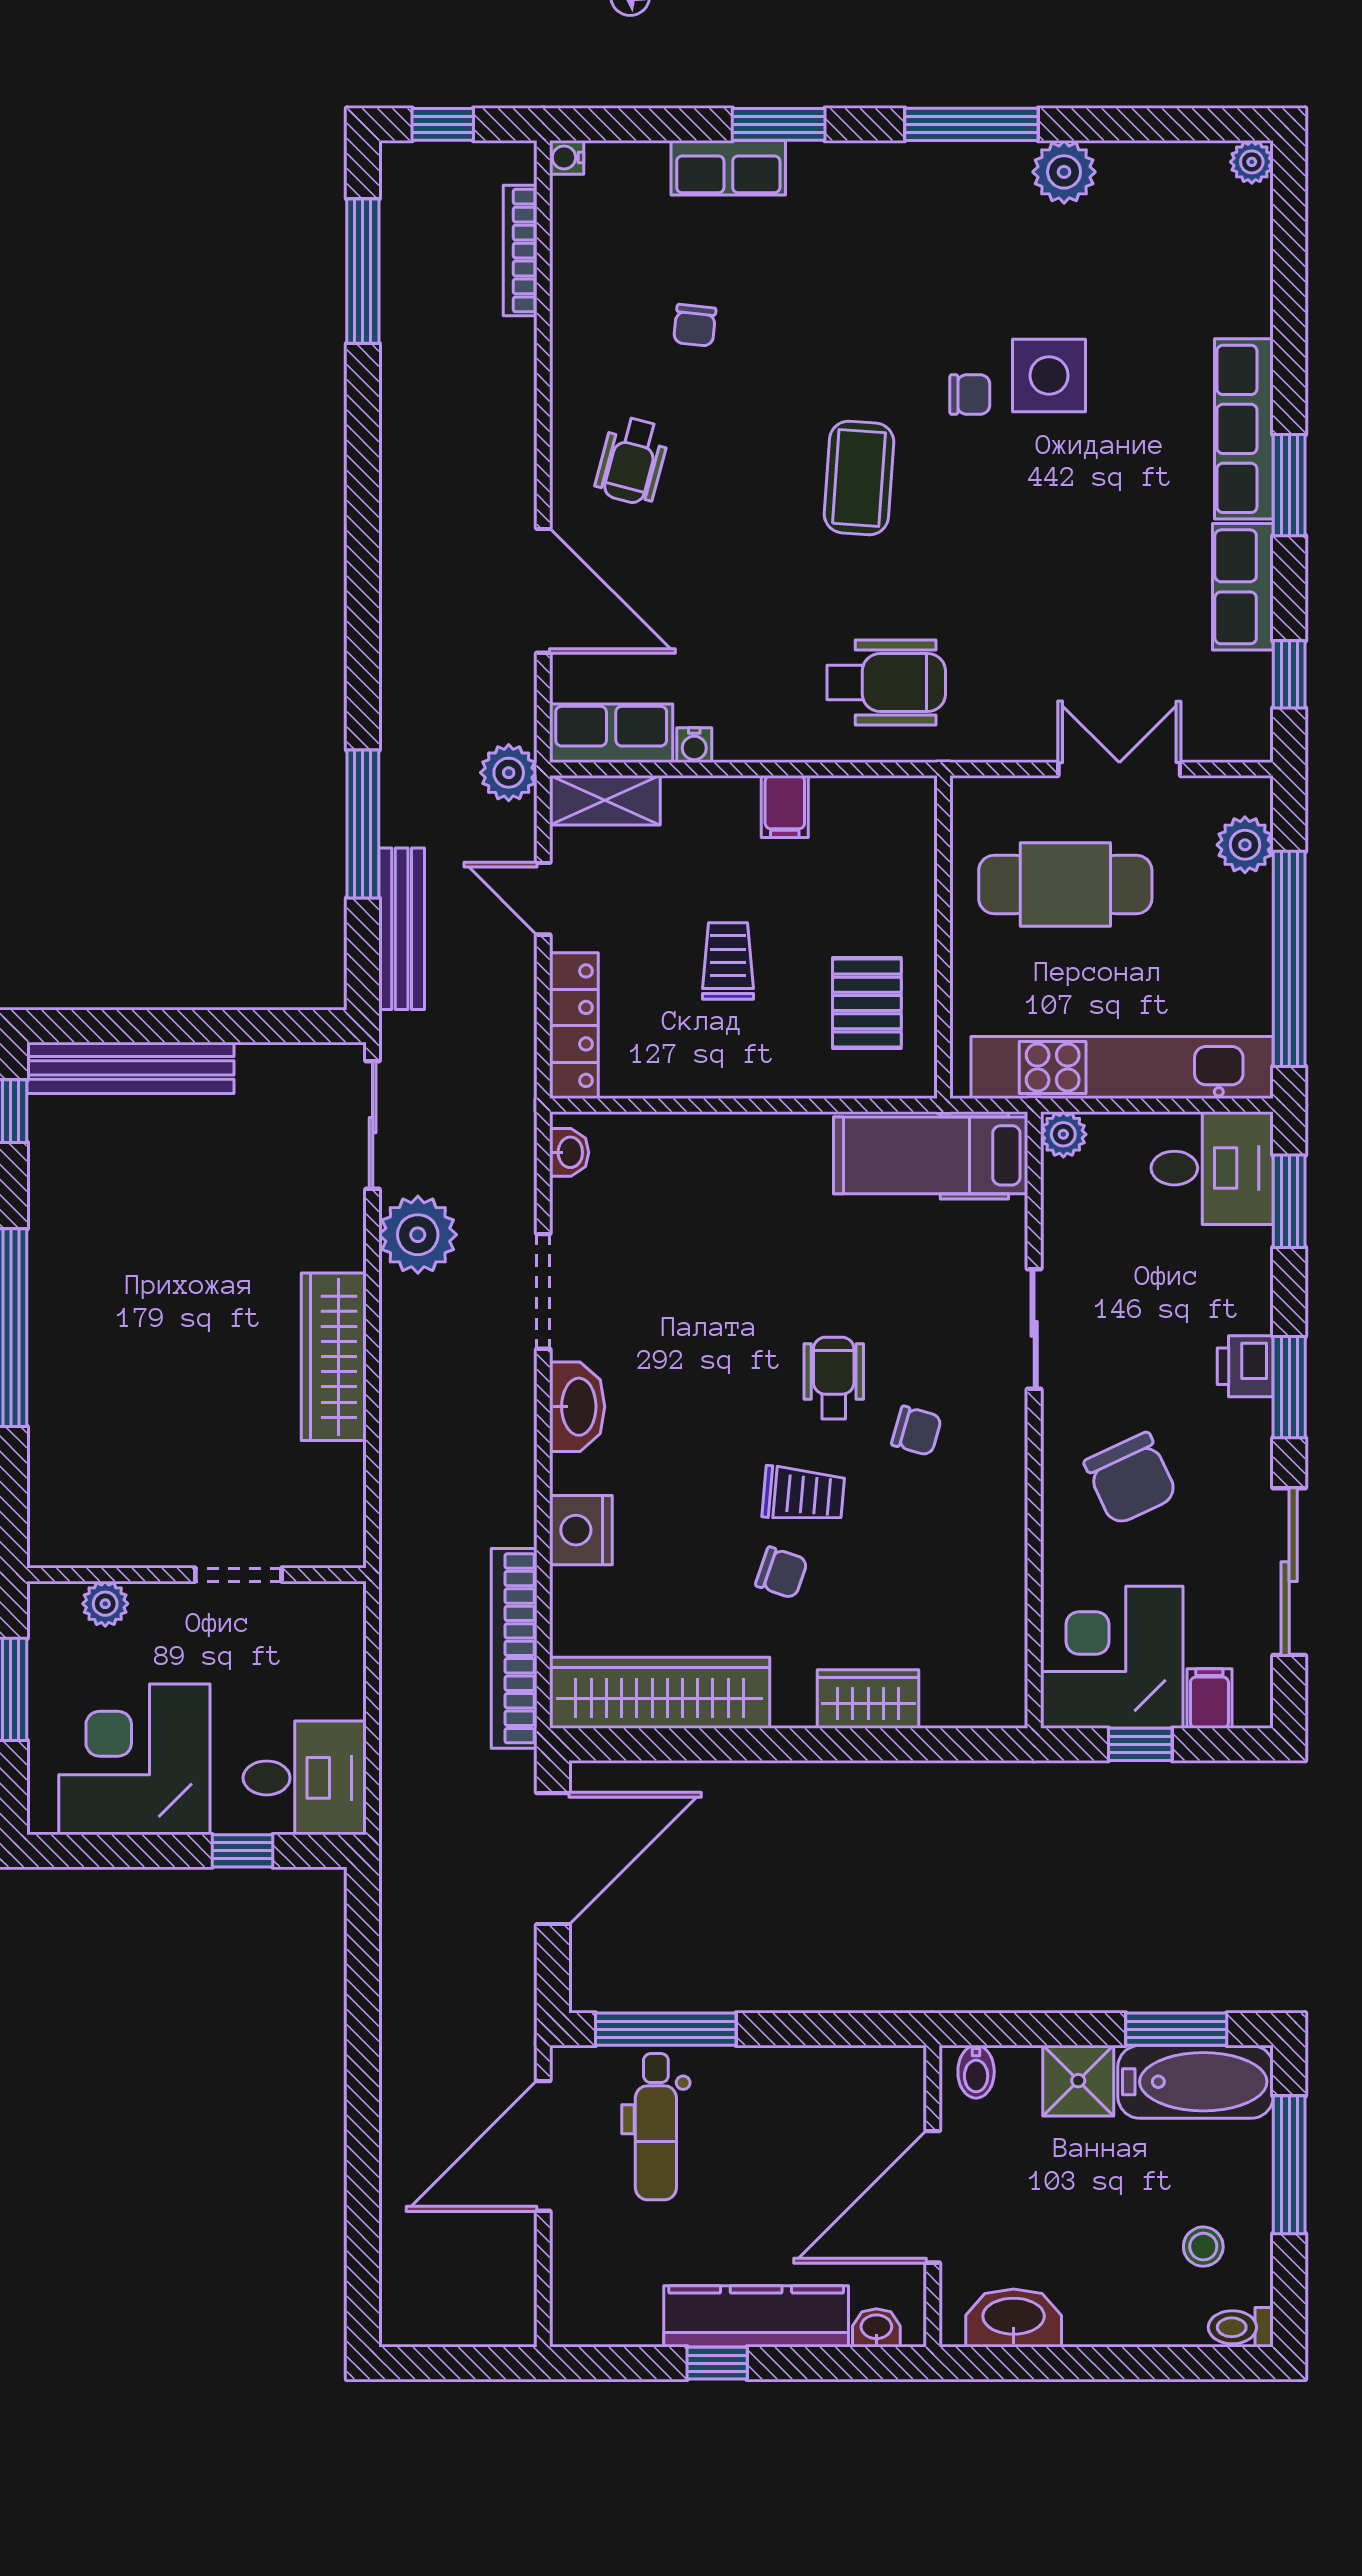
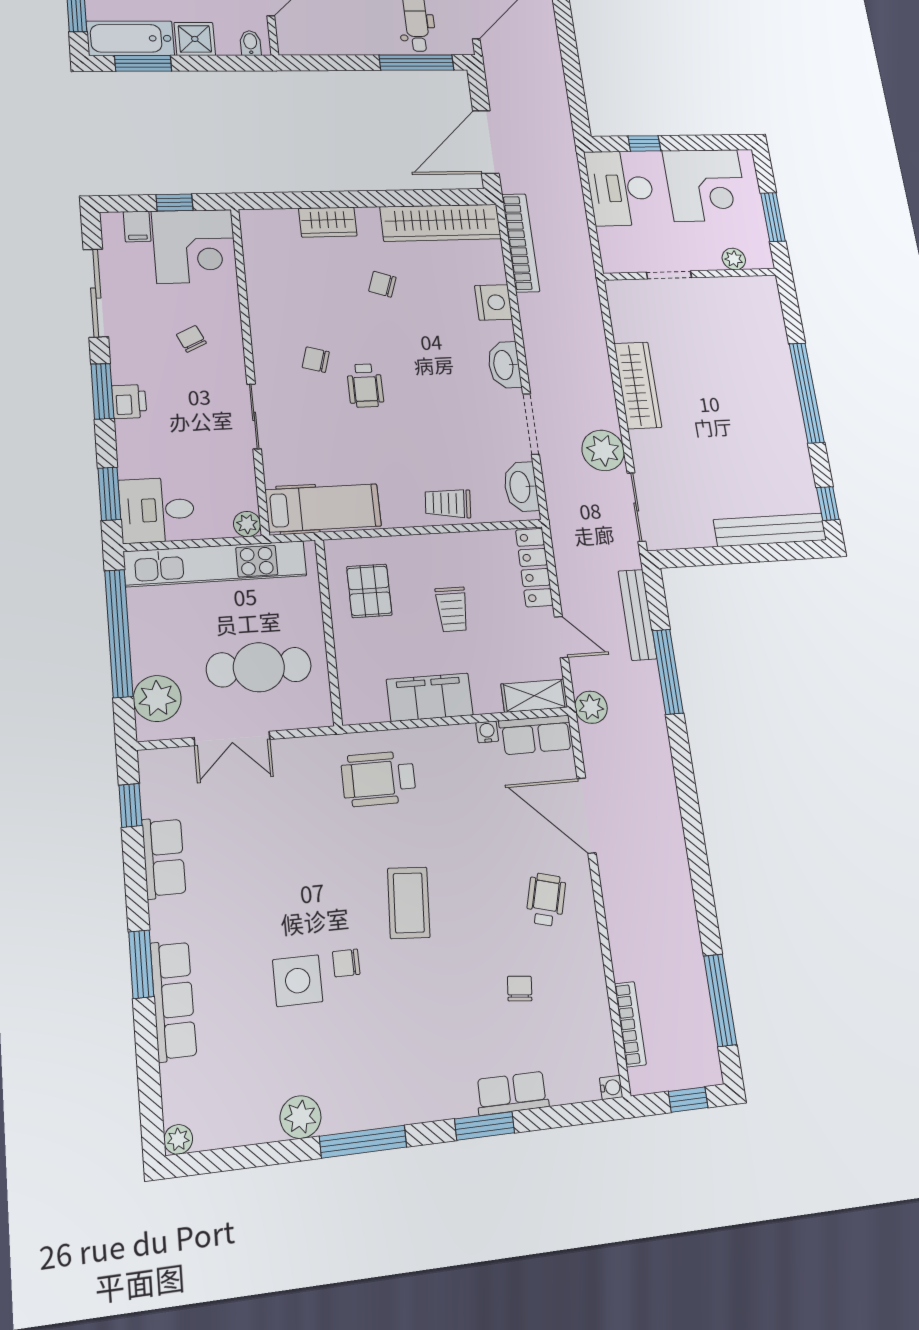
row of seats: (1244, 429) -> (173, 1000), moved
window: (1289, 485) -> (141, 964), moved
filing cabinet: (785, 807) -> (430, 697), width x3.00, depth x1.17
plant: (1245, 845) -> (157, 698), width x1.36, depth x1.36
washbasin: (569, 1152) -> (521, 487), width x1.91, depth x1.45
chair: (1131, 1479) -> (191, 339), width x0.54, depth x0.54
trolley: (803, 1494) -> (448, 503), moved
desk: (305, 1778) -> (621, 188), width x1.37

